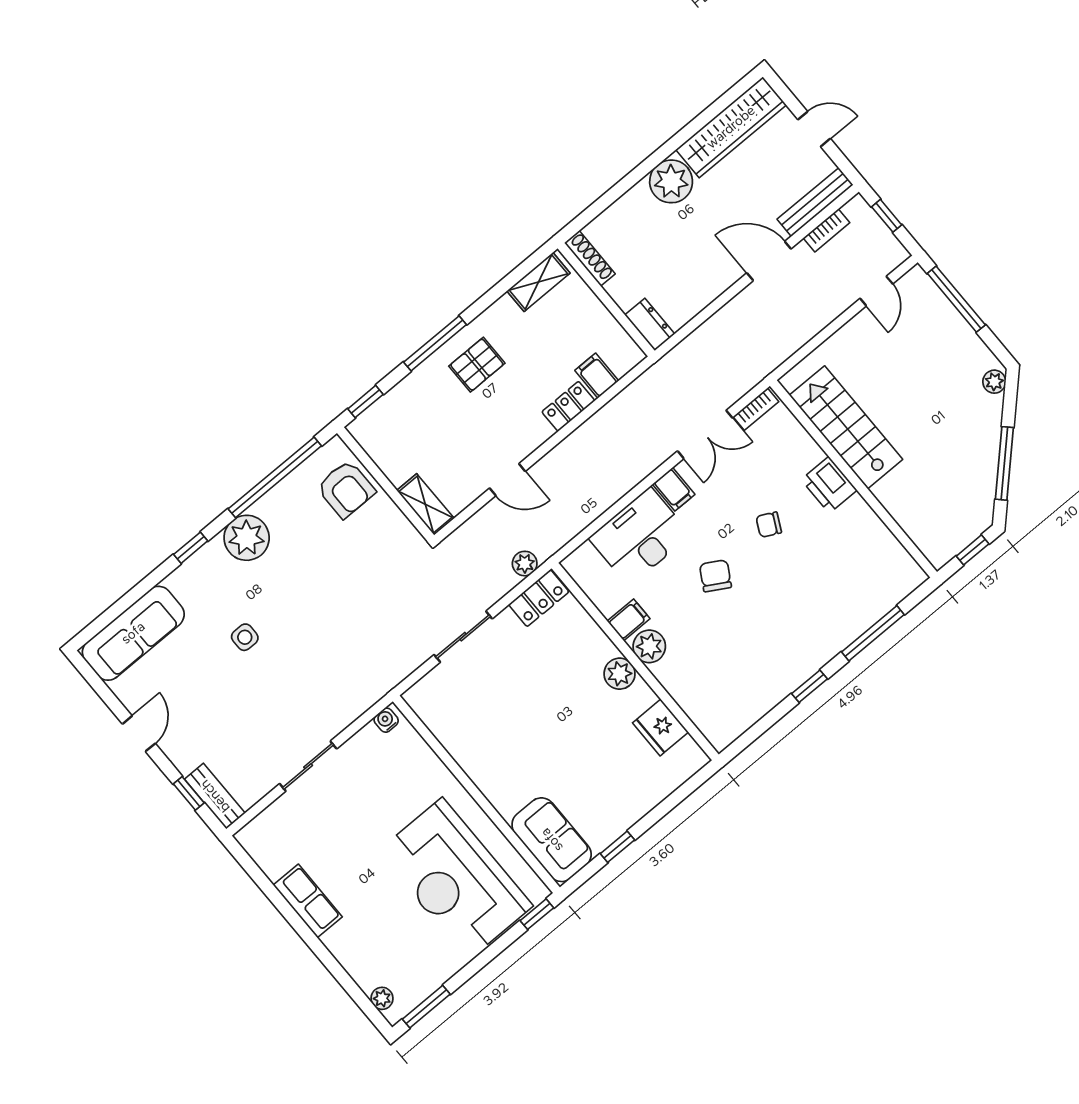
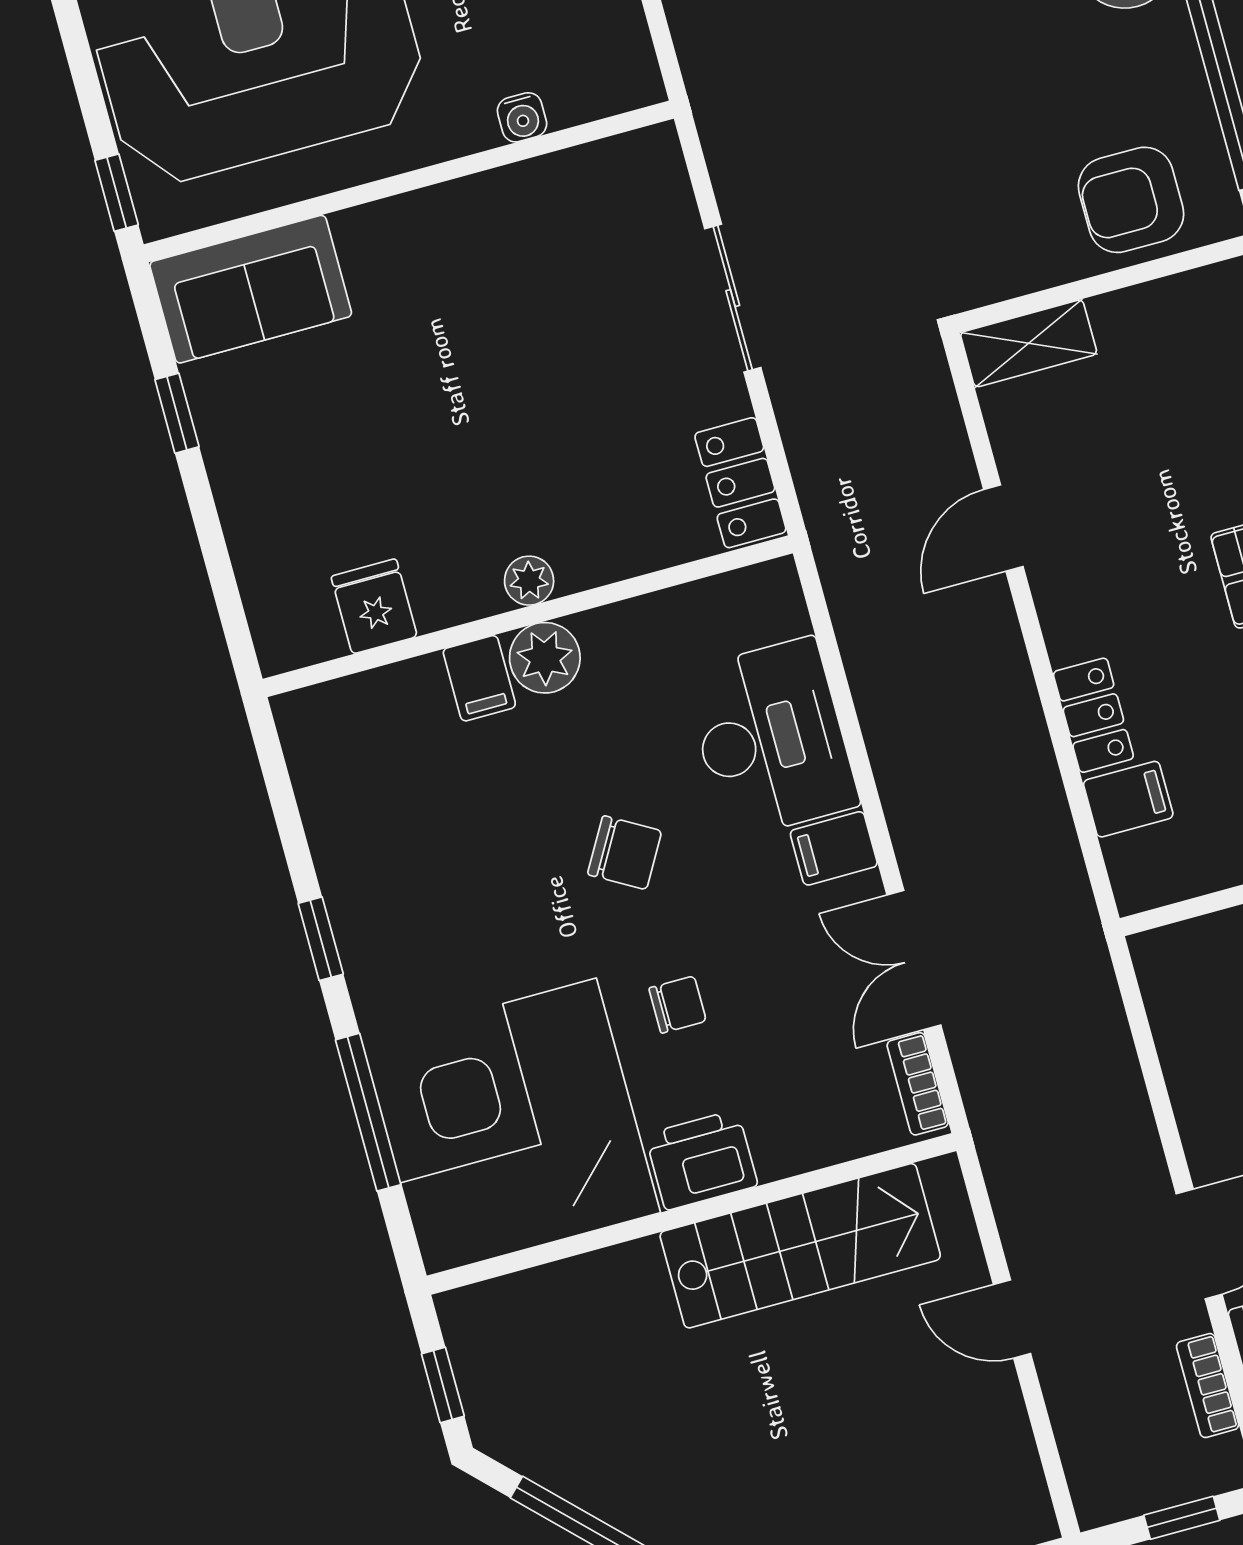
door: (876, 291) -> (1012, 1319), moved
dresser: (650, 324) -> (1181, 950), removed
chair: (769, 525) -> (678, 1005), turned 63
plant: (525, 564) -> (822, 486), removed
corner desk: (852, 571) -> (511, 1127), added
filing cabinet: (629, 620) -> (479, 678), moved
plant: (620, 674) -> (529, 581), width x0.73, depth x0.73
water cooler: (386, 720) -> (522, 117), moved, turned 90
fridge: (660, 727) -> (374, 606), width x0.72

